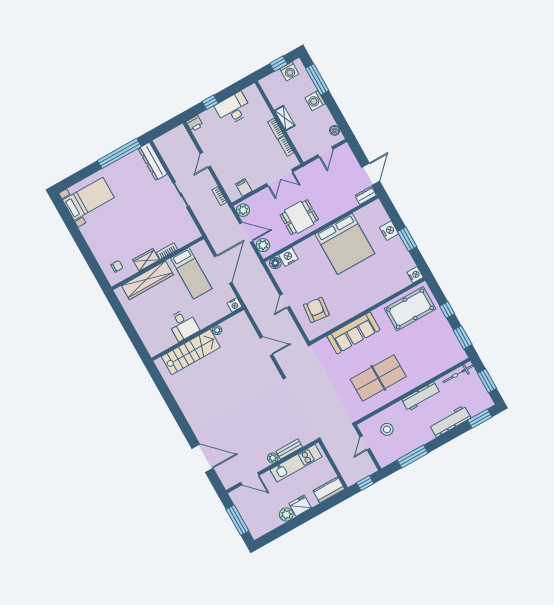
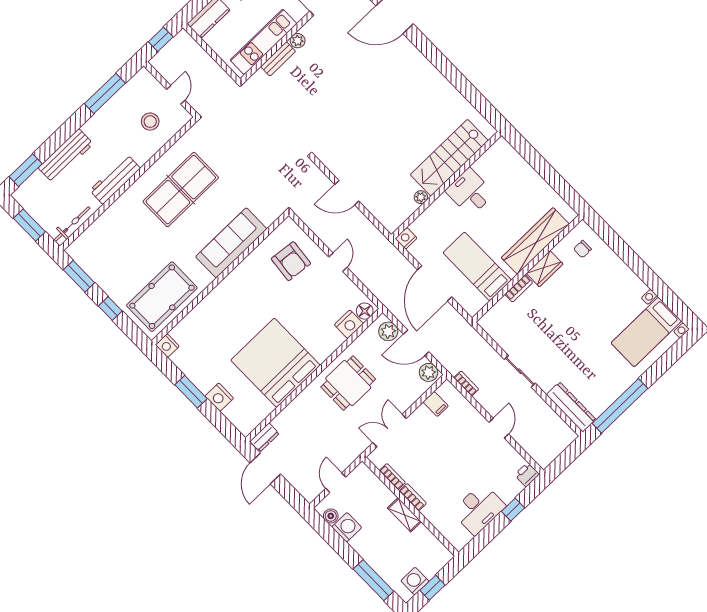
washing machine: (315, 101) -> (347, 527), moved

